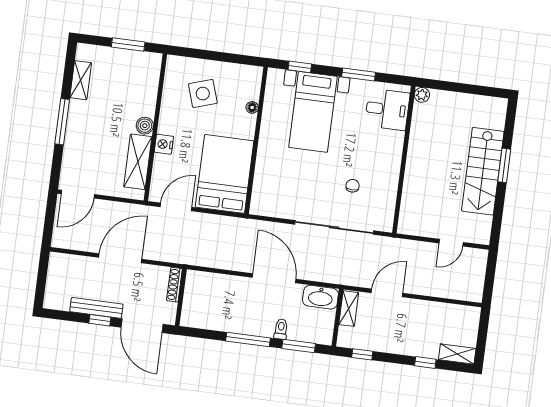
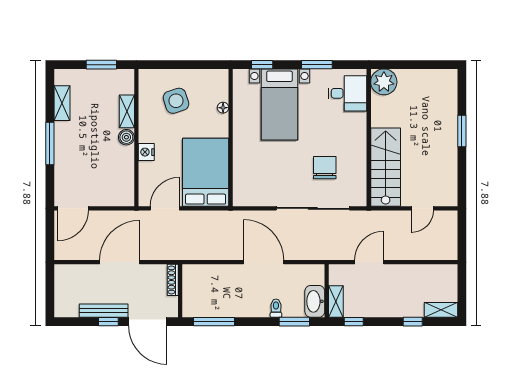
plant: (422, 95) -> (384, 82), width x1.88, depth x1.88
shelving: (138, 162) -> (127, 111), moved, width x0.67, depth x0.75
stairs: (483, 171) -> (386, 167), moved, turned 180
chair: (353, 186) -> (325, 168), width x1.87, depth x1.87
washbasin: (320, 297) -> (315, 301), moved, turned 90
shelving: (349, 309) -> (336, 302), moved
window: (248, 339) -> (214, 322), moved

